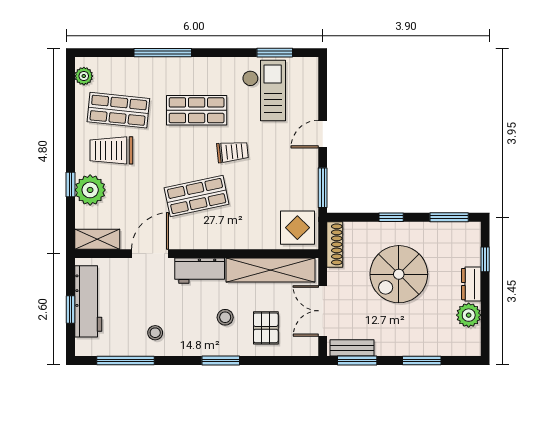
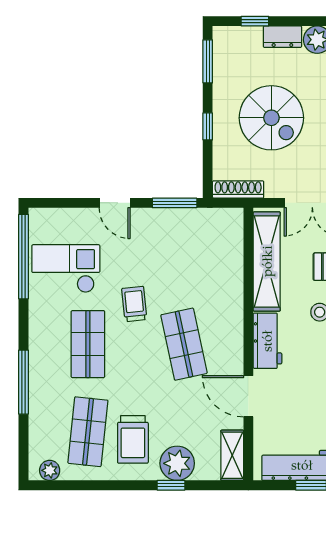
window: (275, 53) -> (23, 257), width x2.11
display table: (297, 228) -> (219, 231), removed

